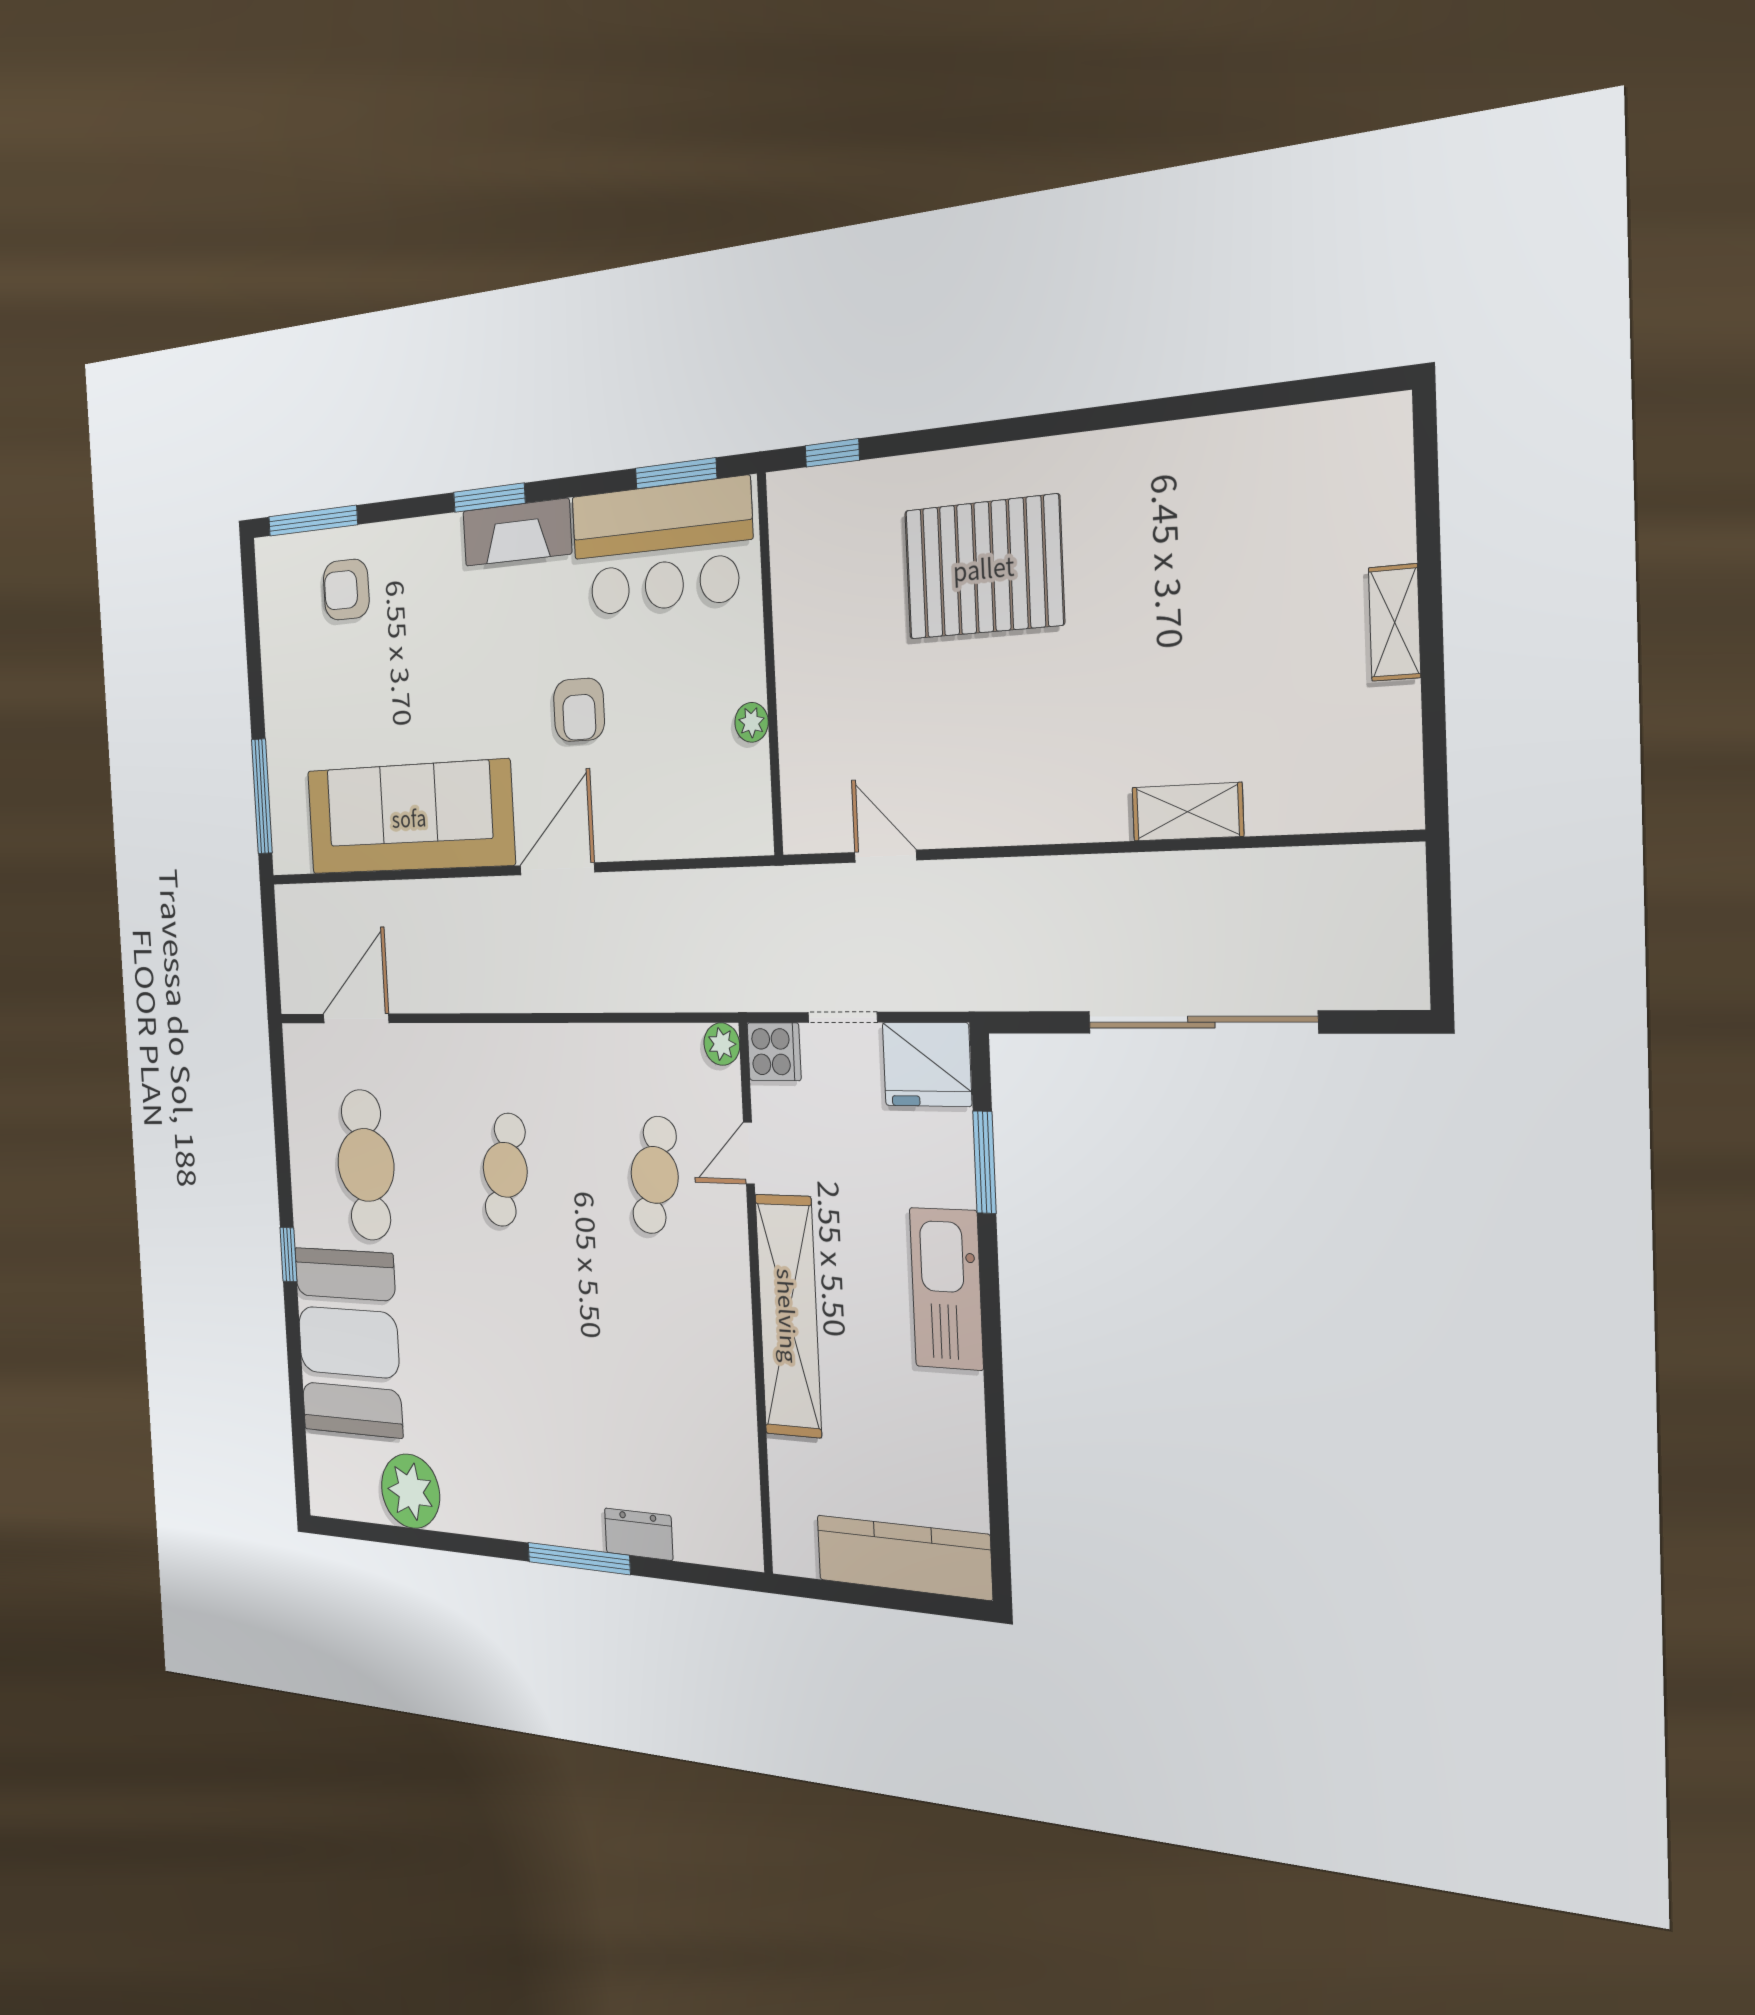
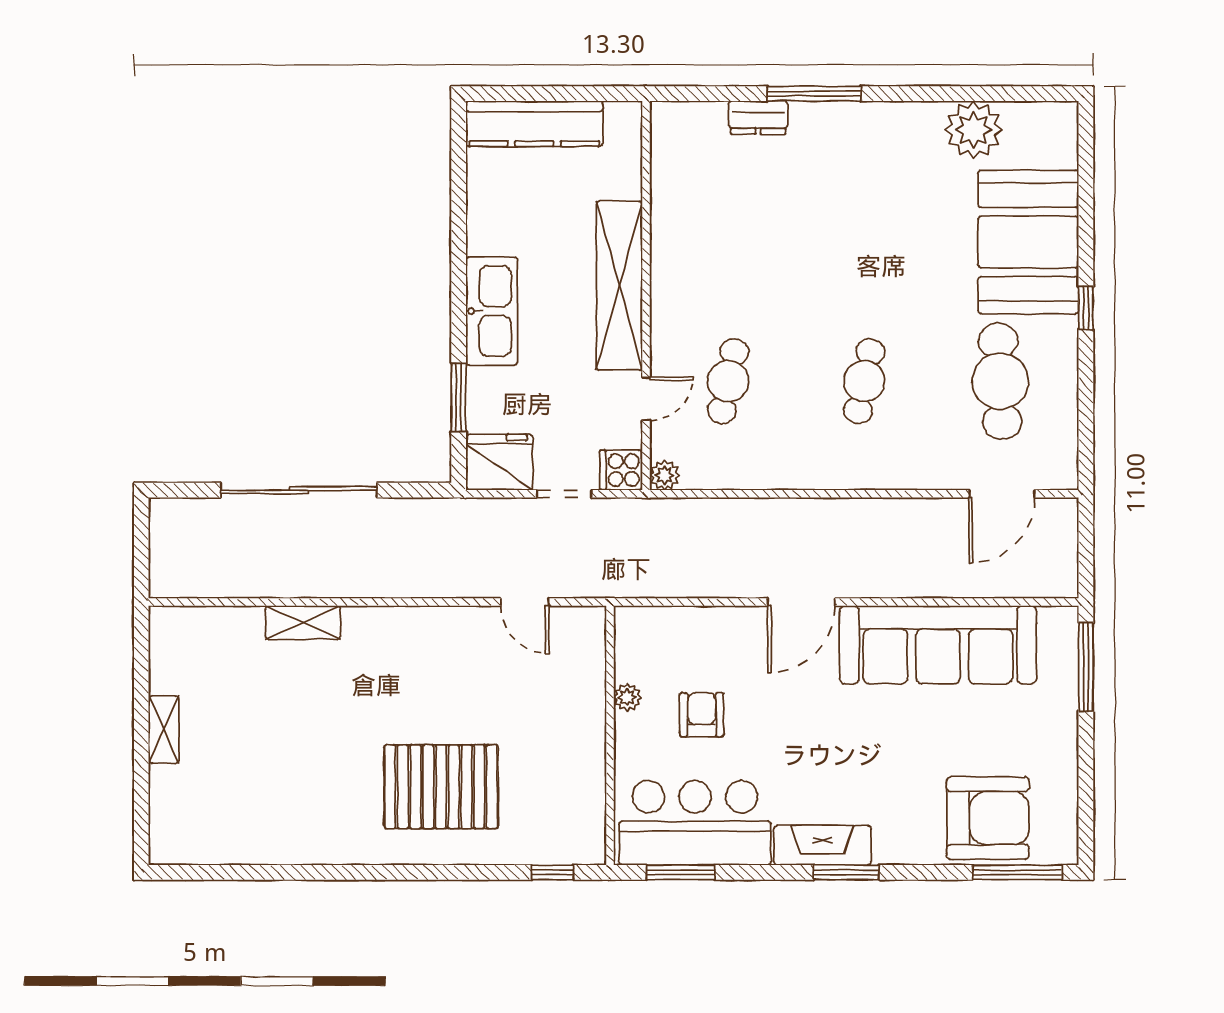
armchair: (346, 590) -> (988, 818), width x1.88, depth x1.88
armchair: (579, 710) -> (702, 715), moved

